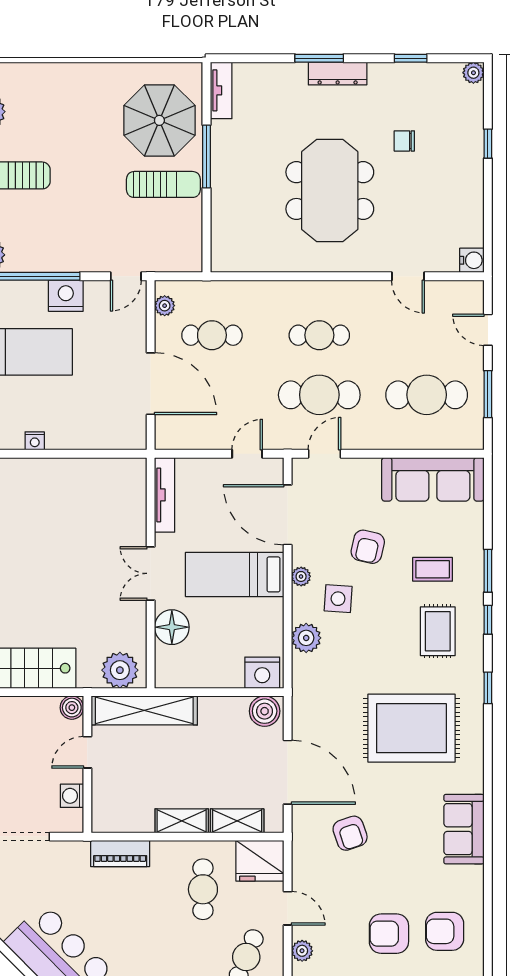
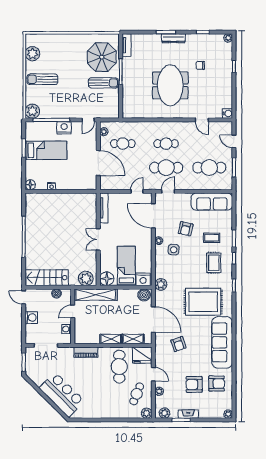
bed: (235, 574) -> (126, 266), moved, turned 90
floor lamp: (172, 627) -> (107, 279), moved
plant: (306, 638) -> (161, 284), moved
boiler: (72, 708) -> (56, 293), moved
sofa: (464, 829) -> (222, 342), width x1.85, depth x1.27
cafe table: (203, 889) -> (119, 367), width x1.37, depth x1.35
armchair: (445, 931) -> (217, 384), turned 180

